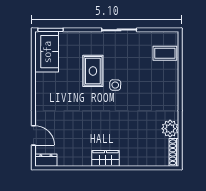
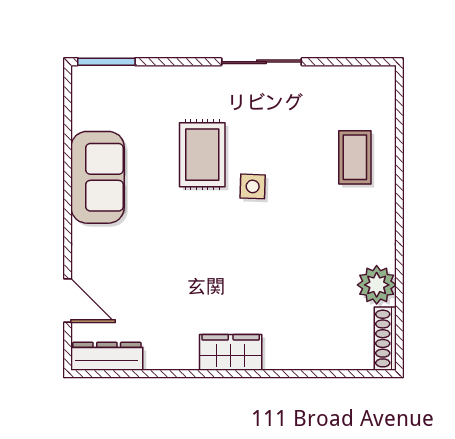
sofa: (47, 52) -> (98, 177), moved
coffee table: (165, 53) -> (355, 157), moved, turned 90
dresser: (46, 160) -> (107, 356), width x1.44

